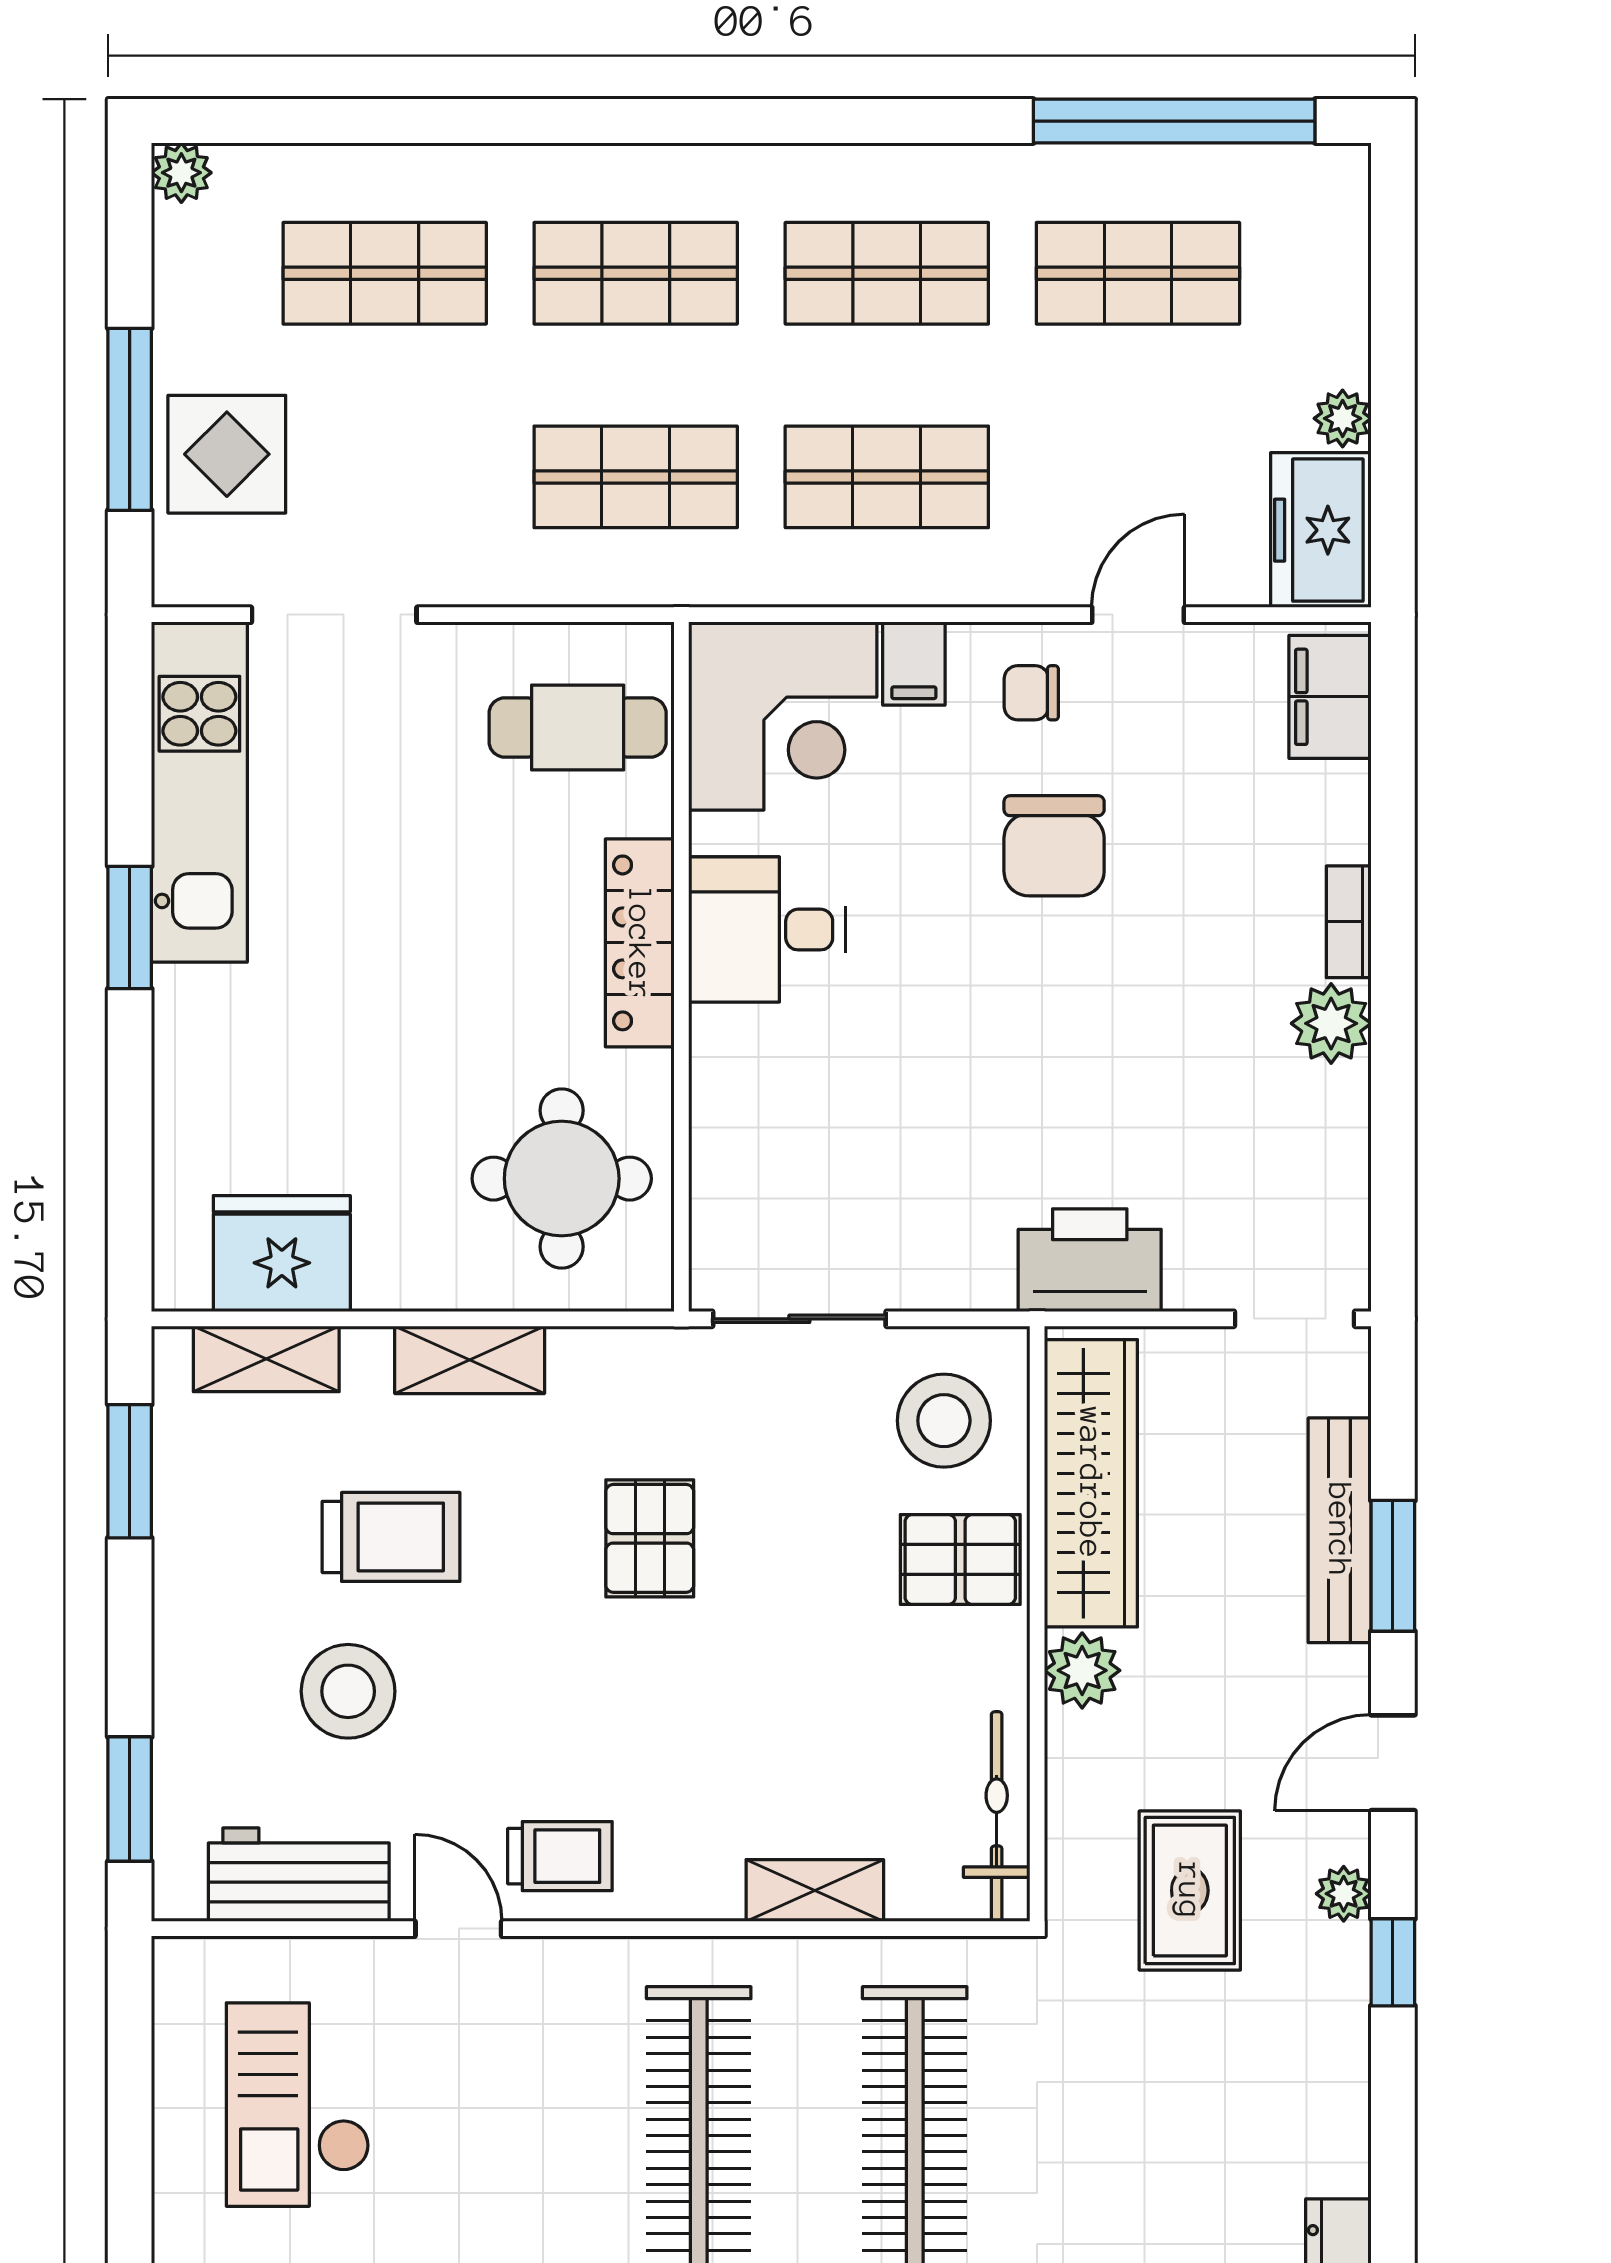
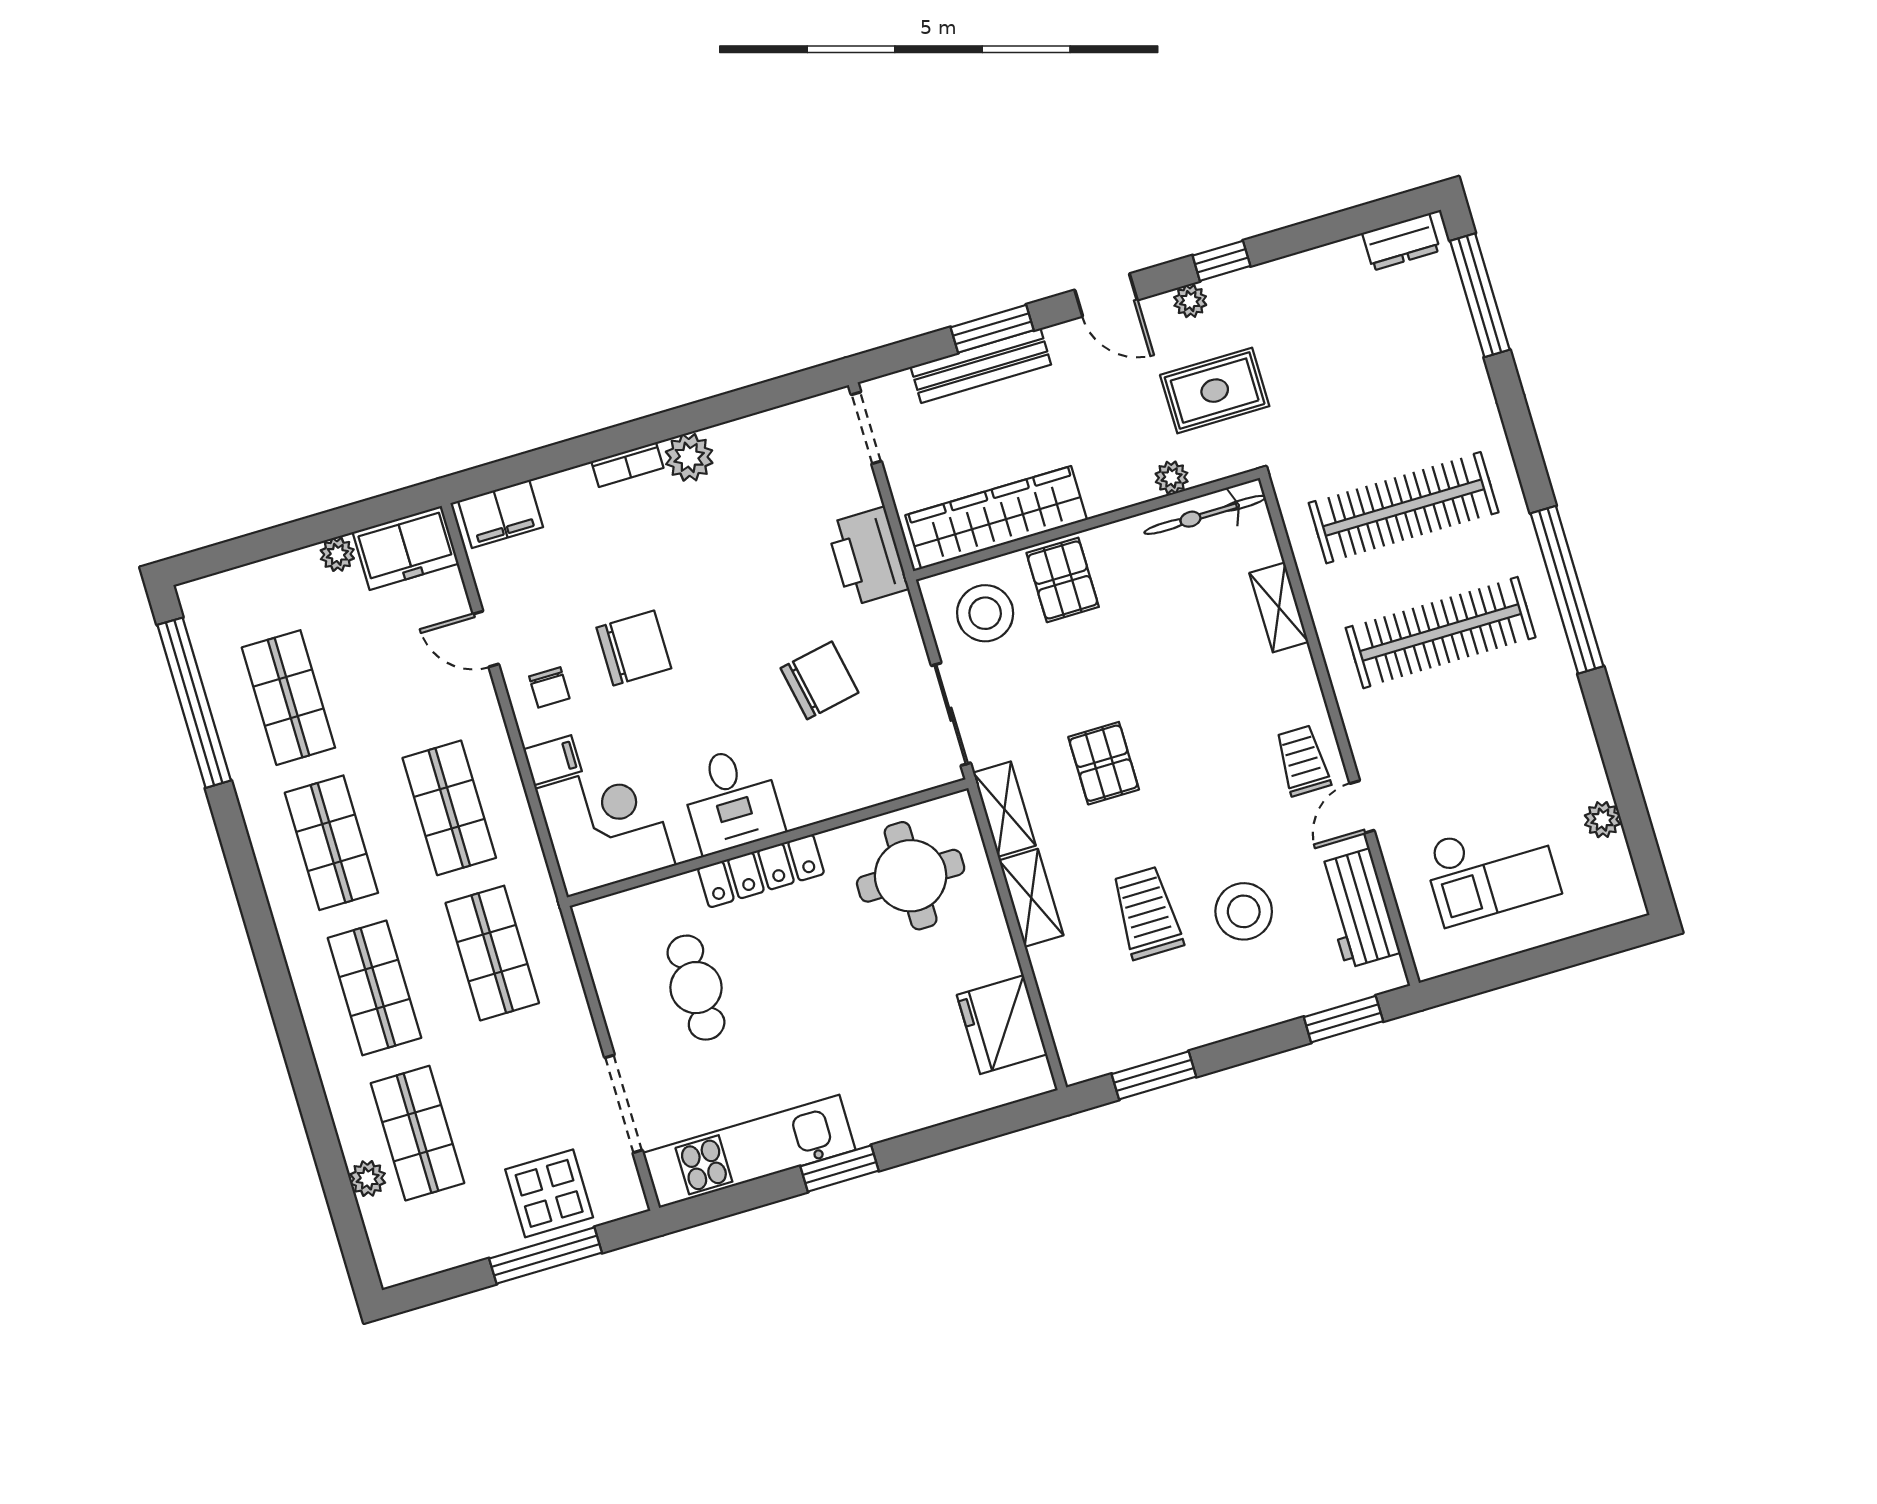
plant: (181, 173) -> (368, 1178), moved
cafe table: (578, 728) -> (696, 988), moved
chair: (915, 1126) -> (820, 680), added
shelving: (266, 1359) -> (1004, 809), moved
pallet: (650, 1538) -> (1104, 763), turned 90
plant: (1082, 1670) -> (1172, 478), moved, width x0.73, depth x0.73

